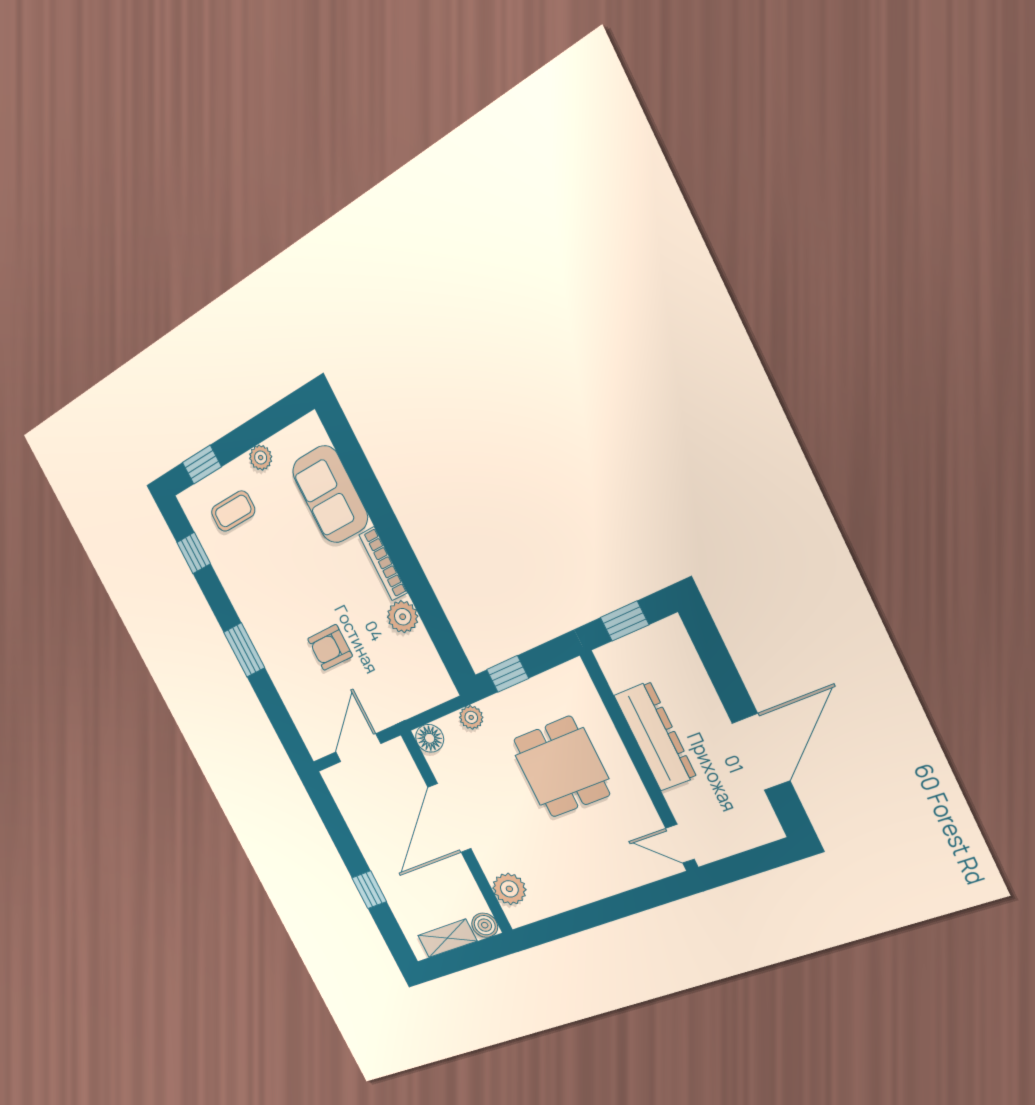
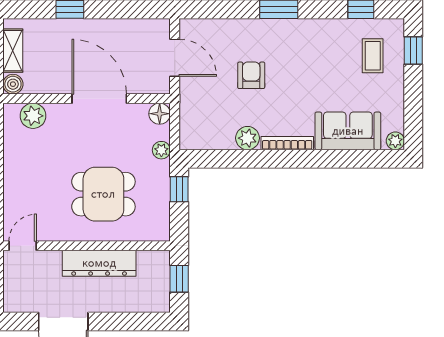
plant: (261, 458) -> (395, 141), moved

